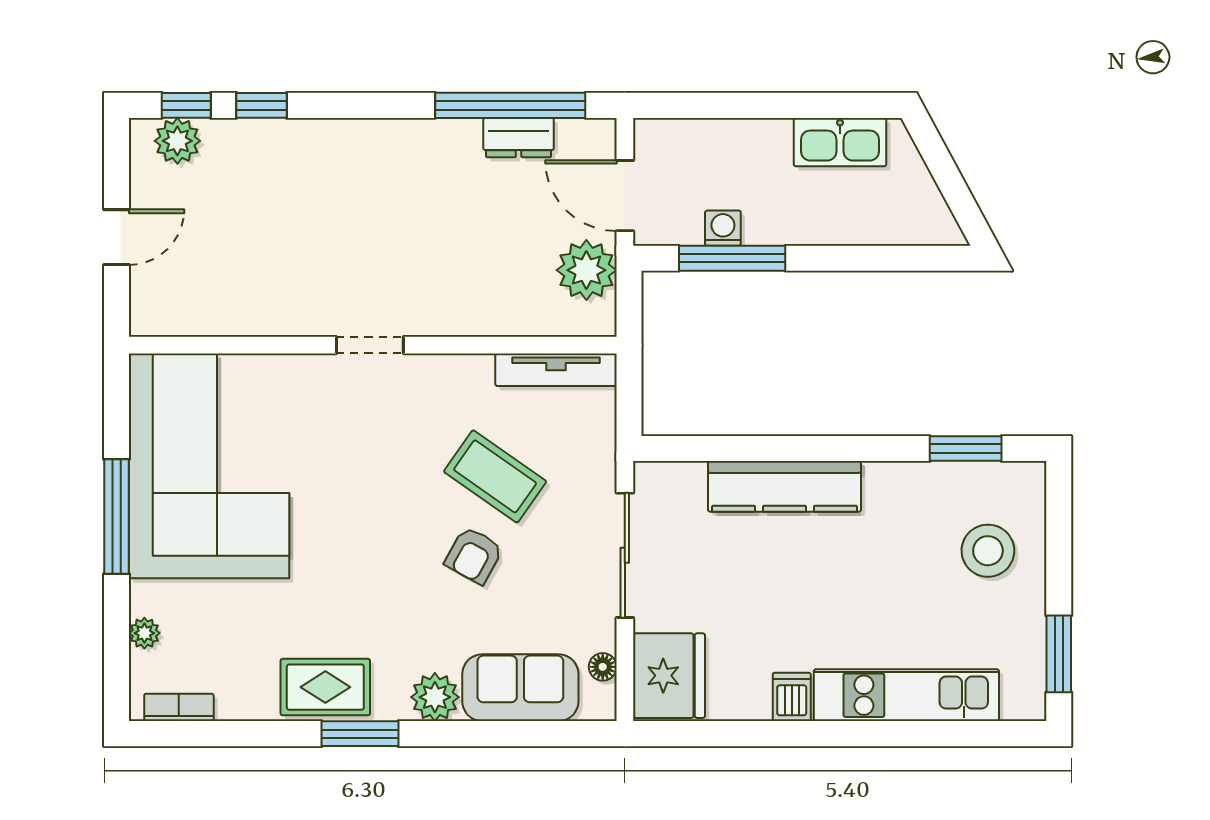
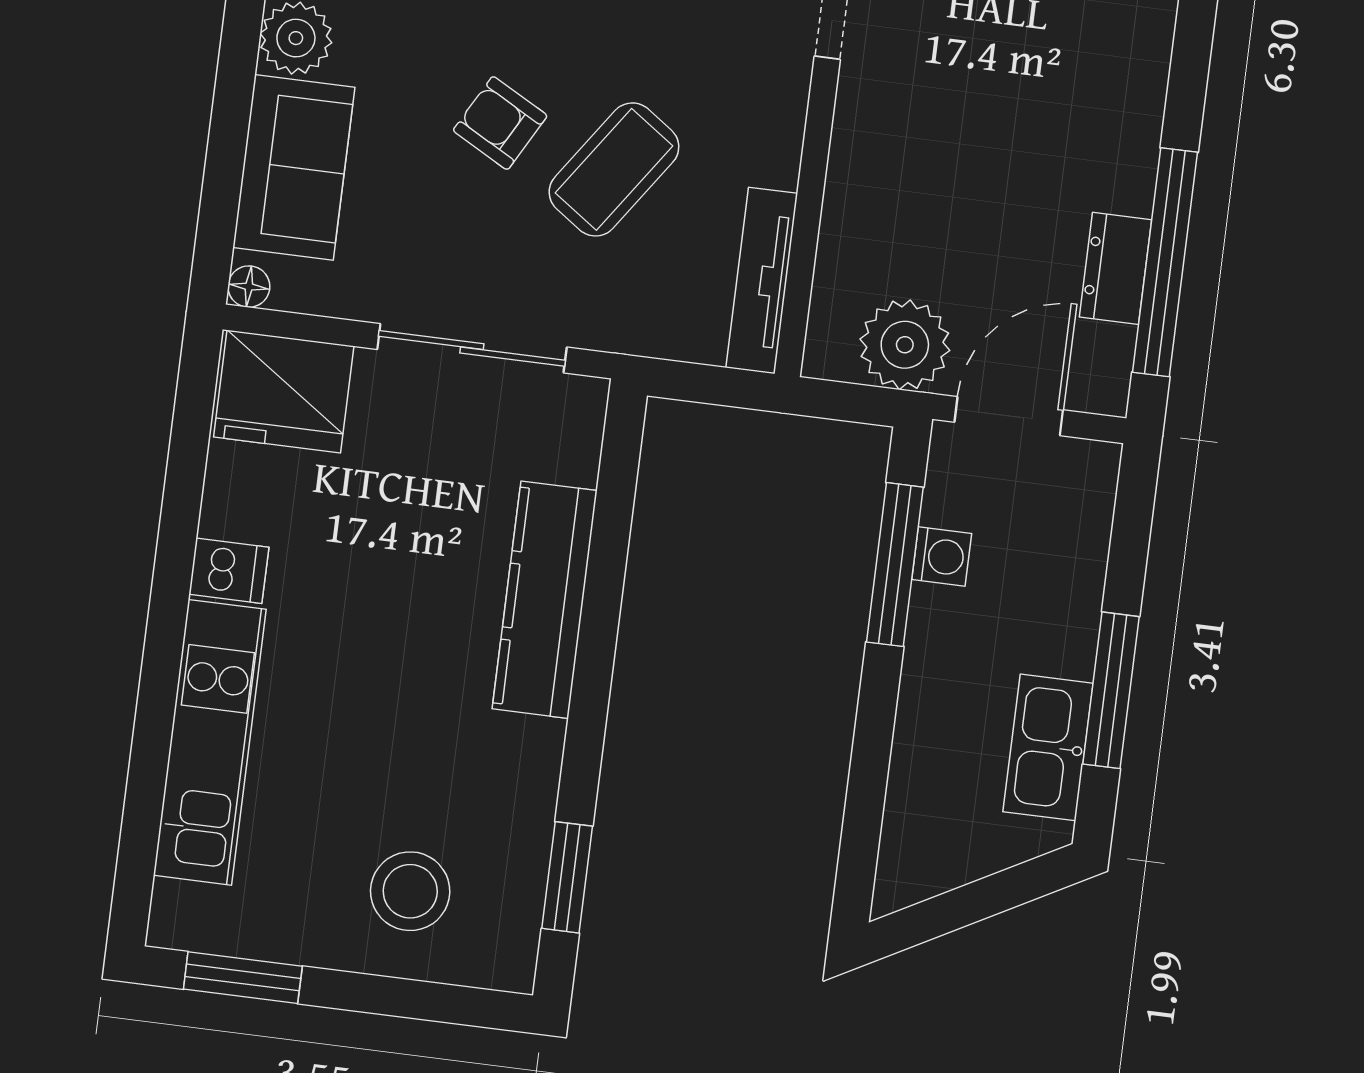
window: (797, 105) -> (1111, 690), added
floor lamp: (603, 667) -> (249, 287), moved

